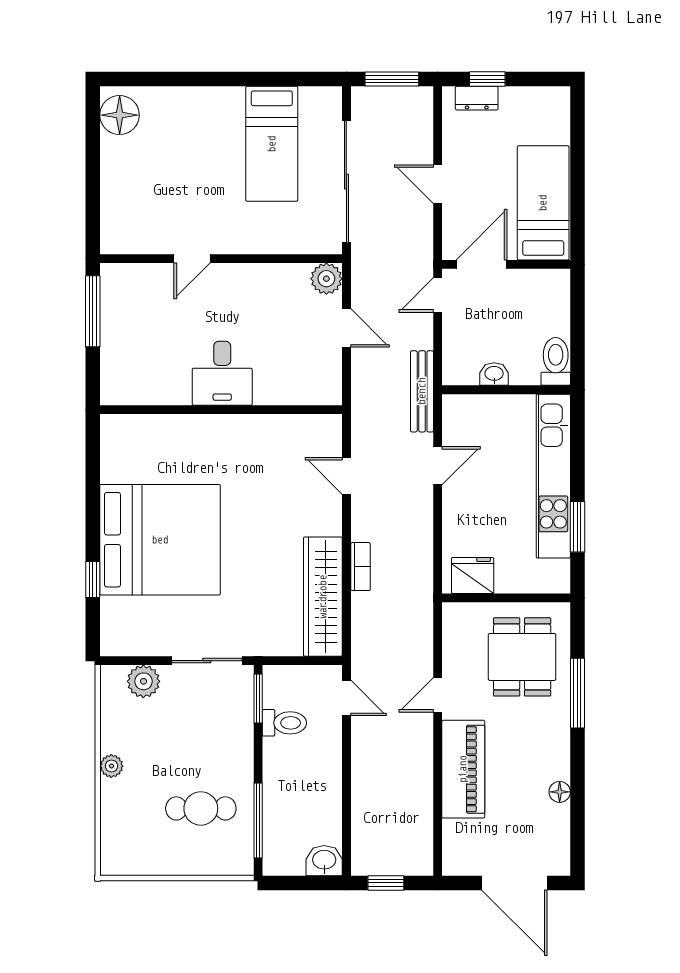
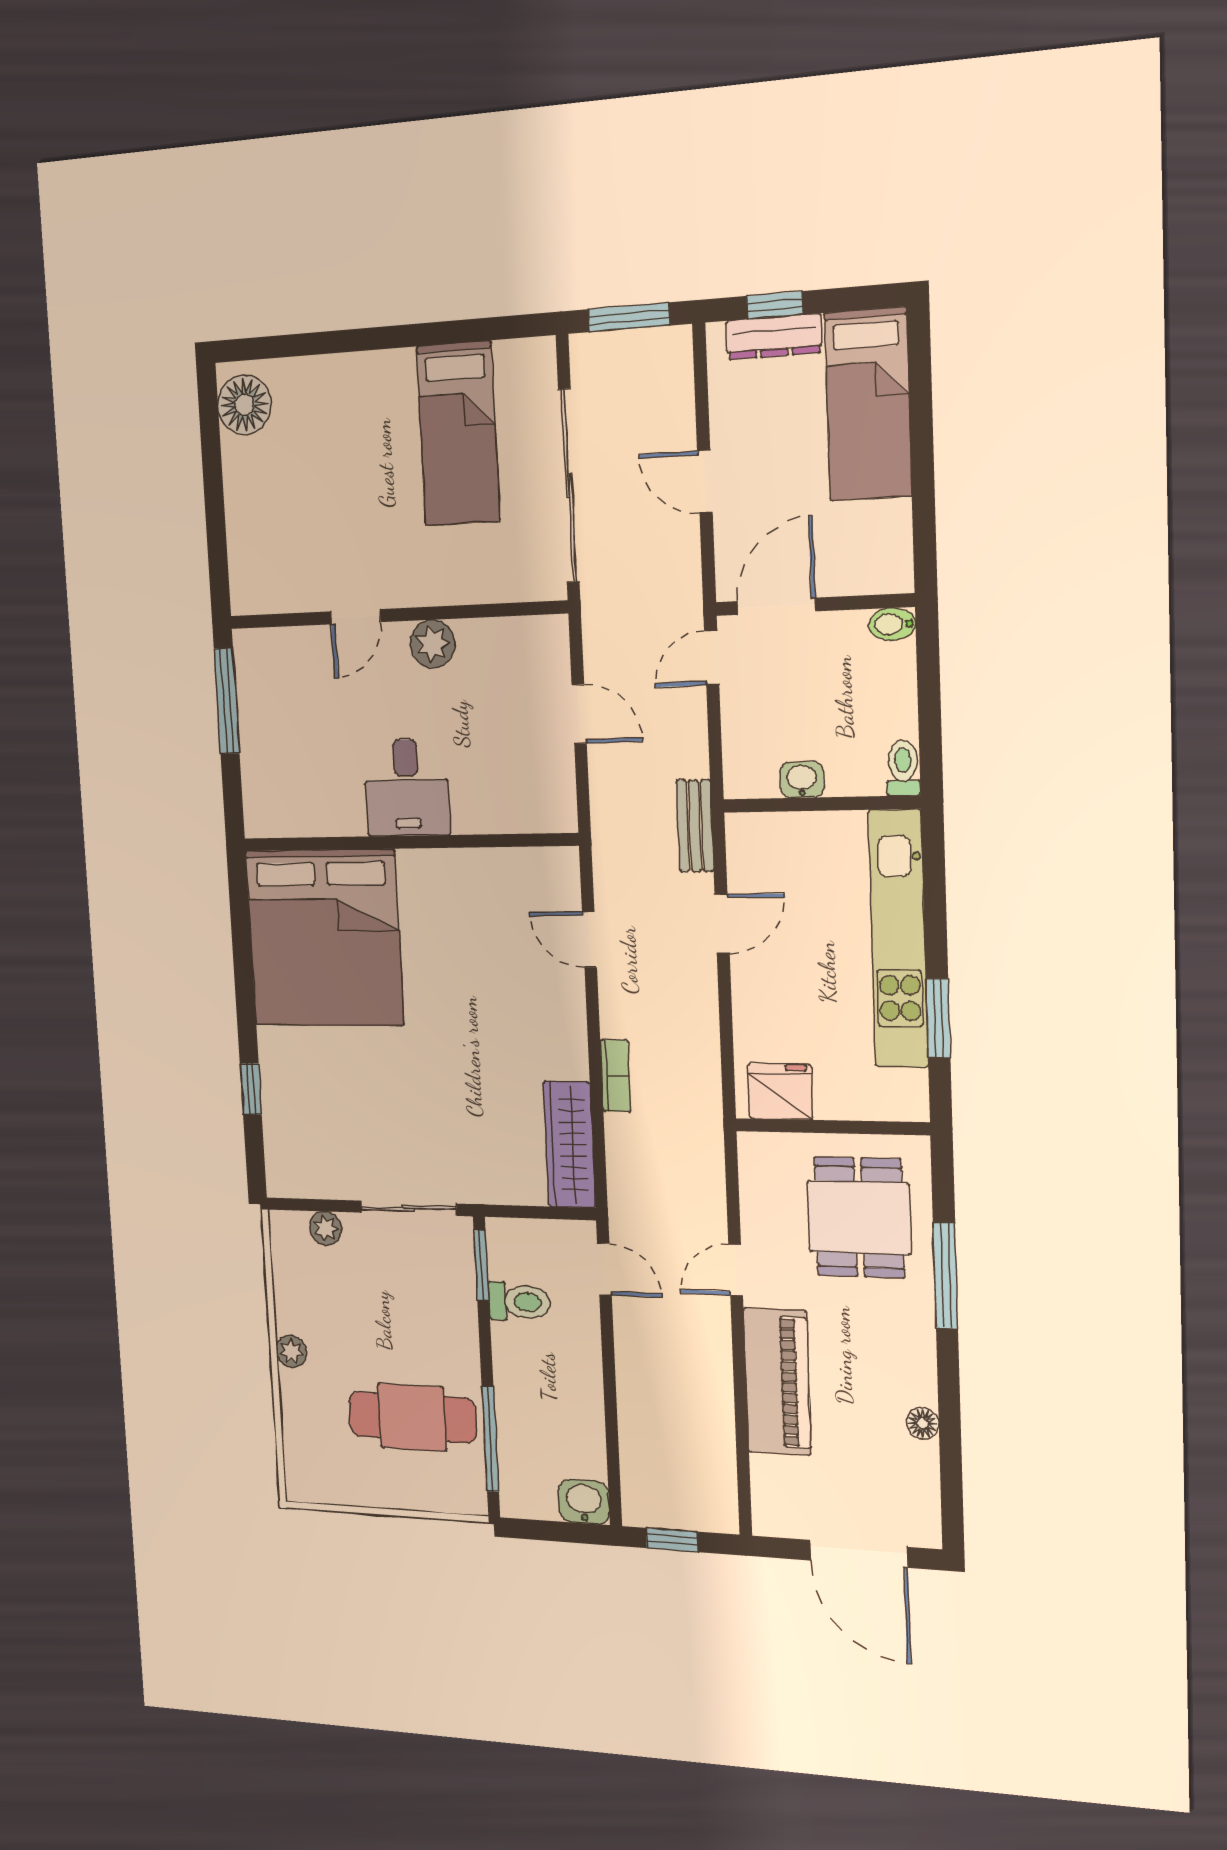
dresser: (477, 98) -> (774, 337), width x1.44
bed: (543, 203) -> (868, 404), moved, turned 180
plant: (326, 279) -> (433, 644), moved
bidet: (556, 279) -> (892, 624), added
toilet: (556, 361) -> (903, 768), width x0.73, depth x0.72
bench: (422, 391) -> (695, 826), width x0.73
bed: (160, 540) -> (324, 938), moved, turned 90
wardrobe: (323, 597) -> (569, 1145), width x0.71, depth x0.85
plant: (143, 681) -> (326, 1228), width x0.73, depth x0.73
cafe table: (201, 808) -> (412, 1417), width x1.37, depth x1.35

